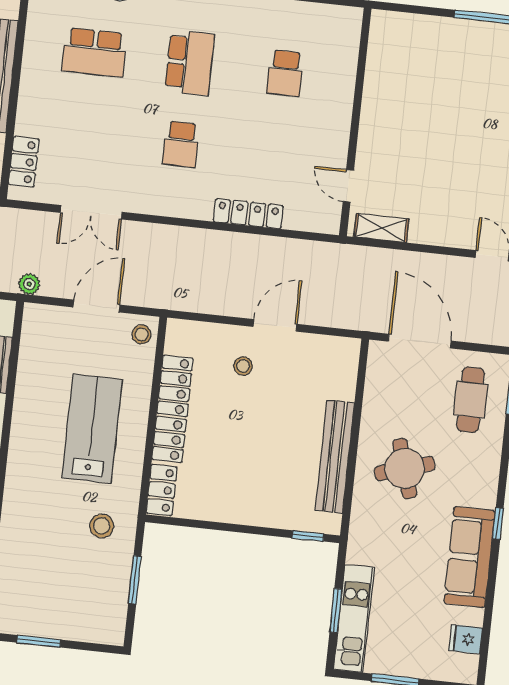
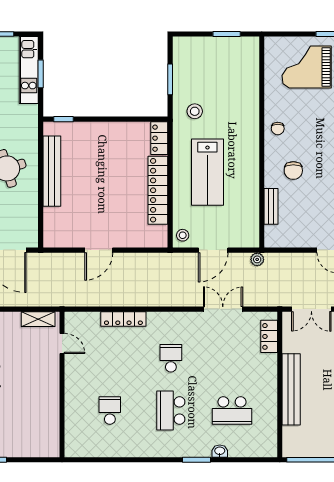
school desk: (94, 52) -> (232, 411), turned 180
stool: (243, 366) -> (116, 222), removed

